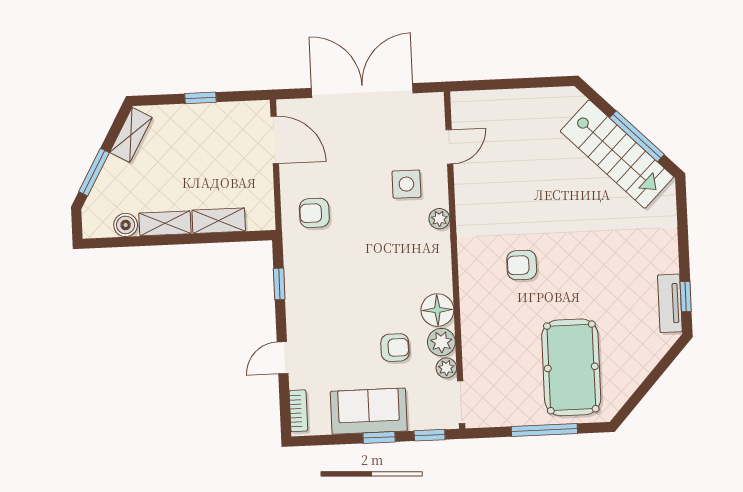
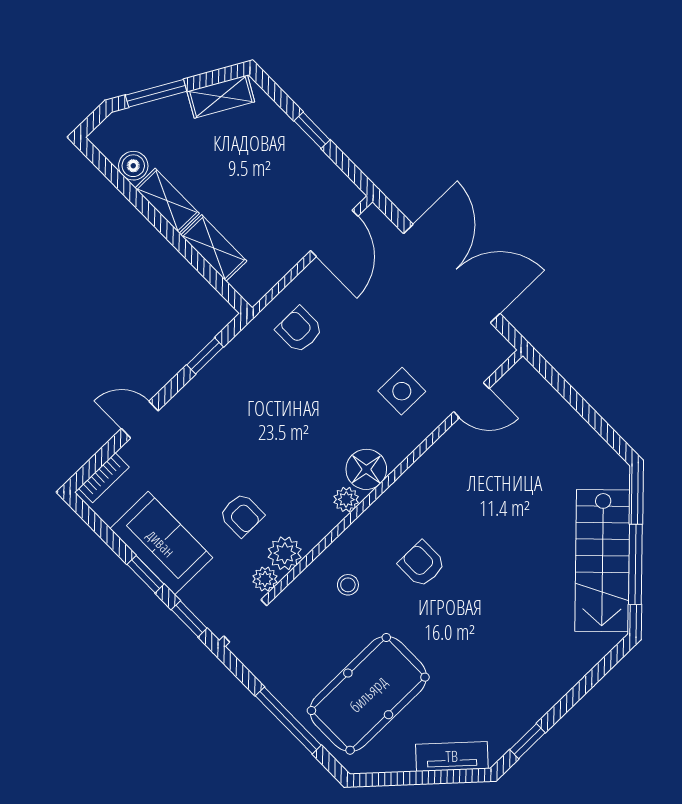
plant: (439, 219) -> (346, 499), moved
tv unit: (670, 303) -> (452, 756), moved, turned 42
floor lamp: (437, 310) -> (366, 469), moved
stool: (495, 321) -> (348, 585), added

